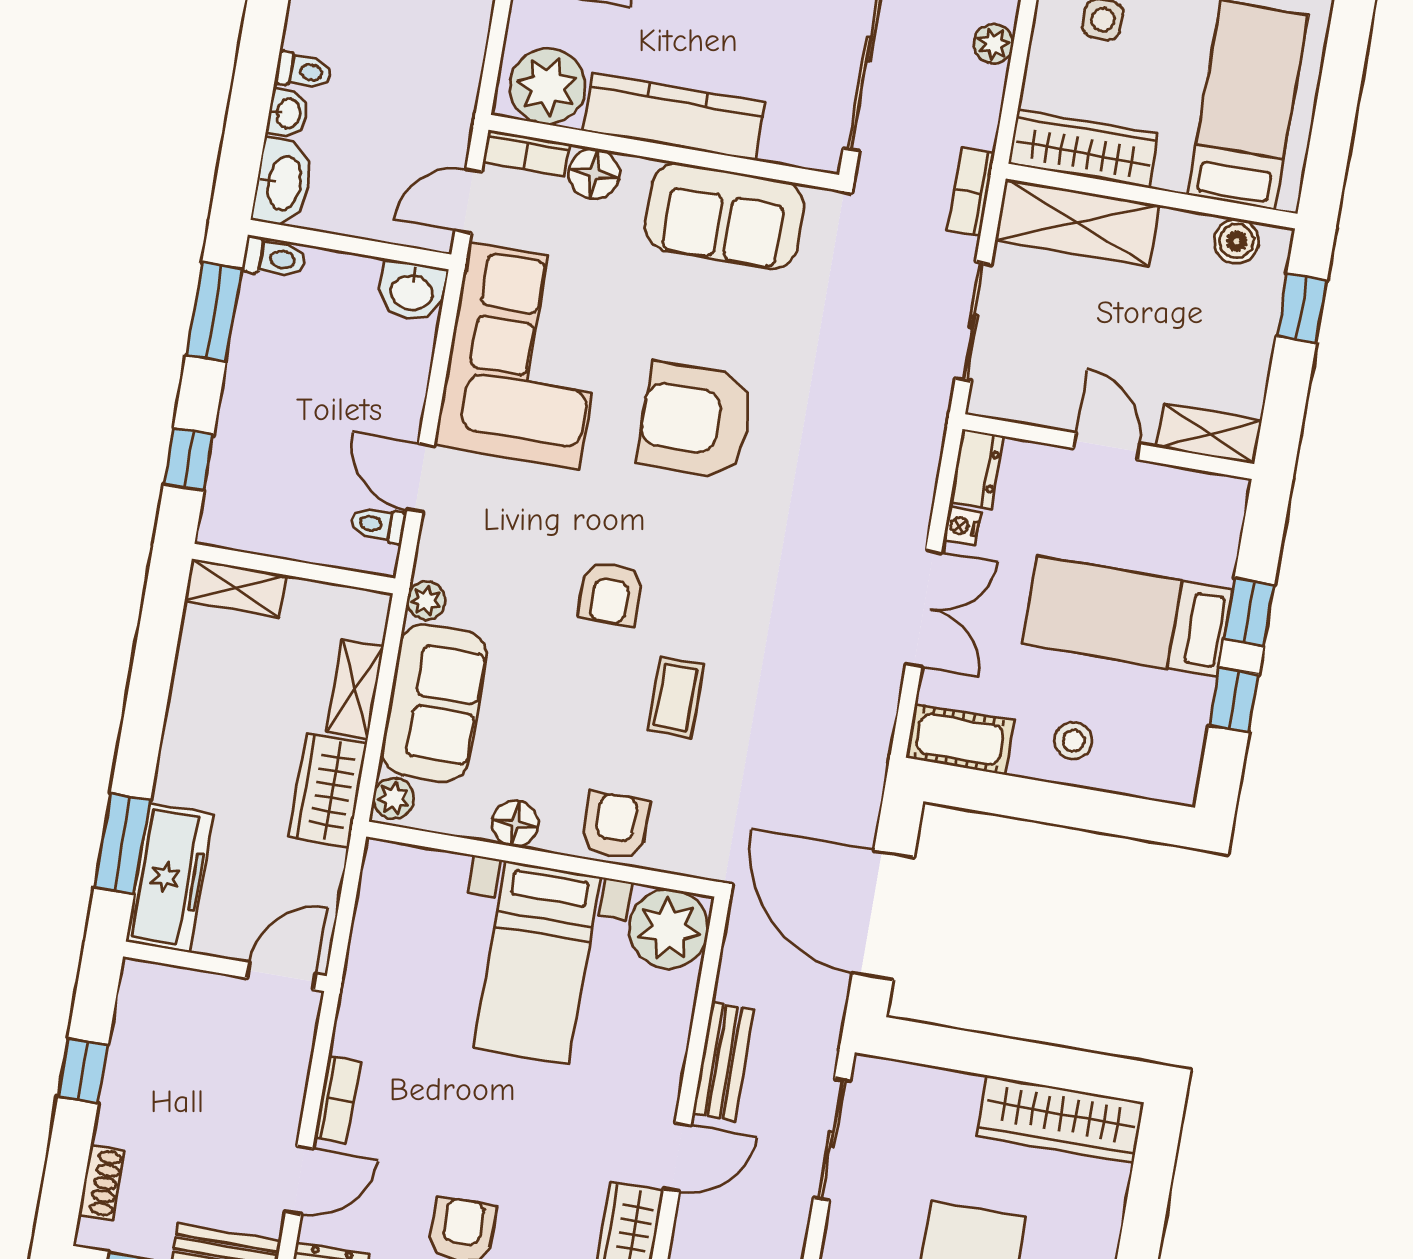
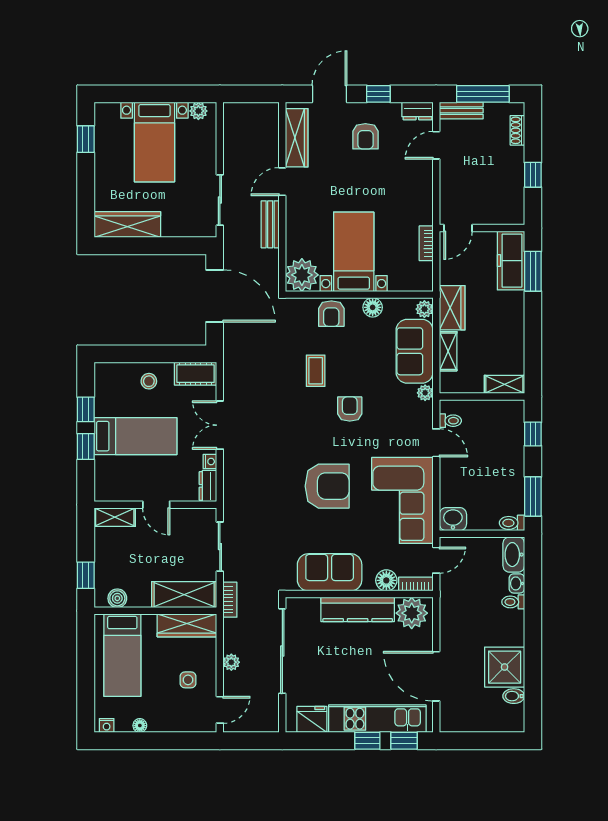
bookcase: (337, 1100) -> (426, 243), moved

